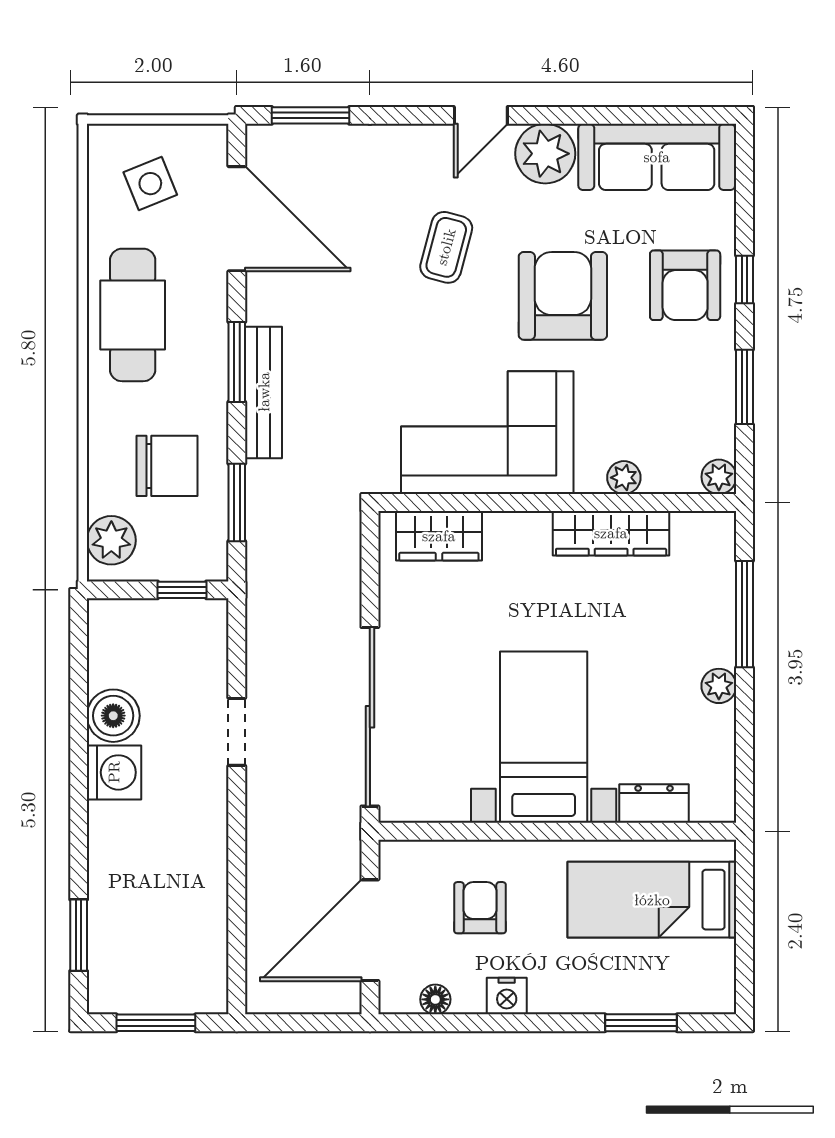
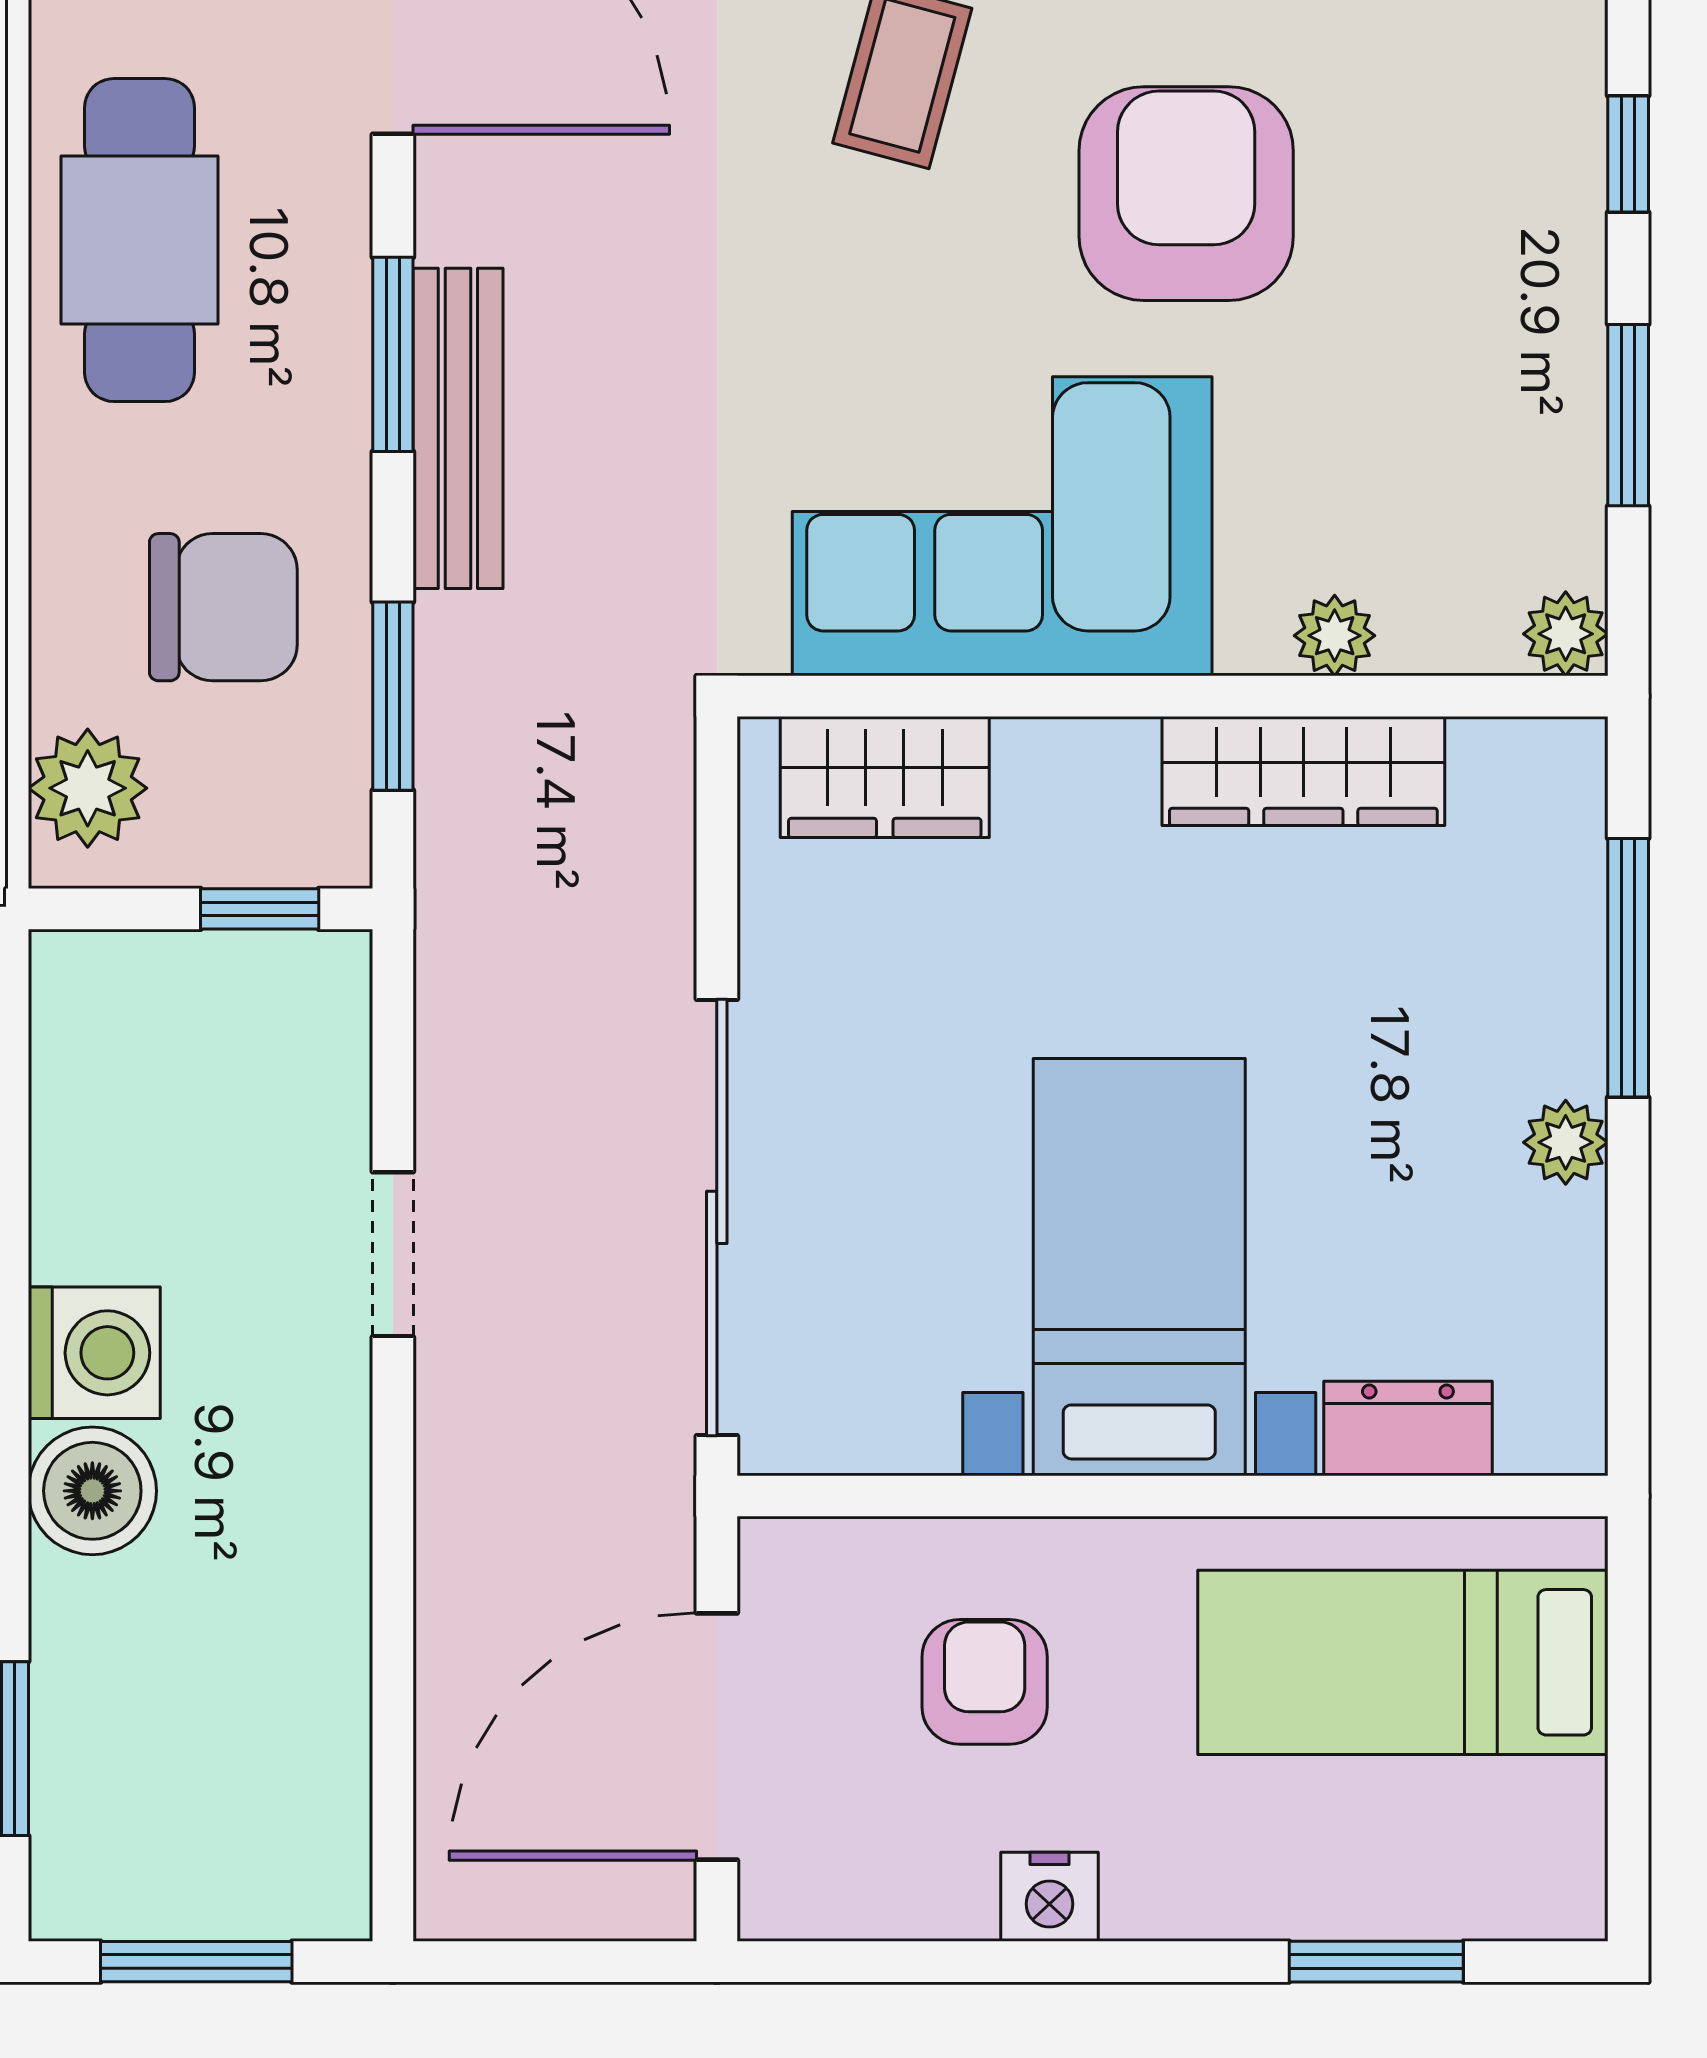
armchair: (685, 285) -> (1483, 168), removed
boiler: (113, 716) -> (92, 1491), moved
floor lamp: (435, 999) -> (876, 1905), removed

